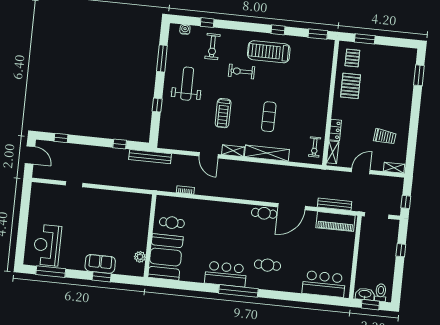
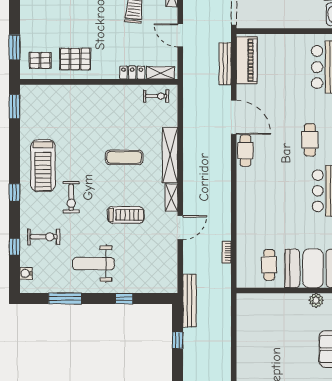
window: (278, 30) -> (14, 192), moved

